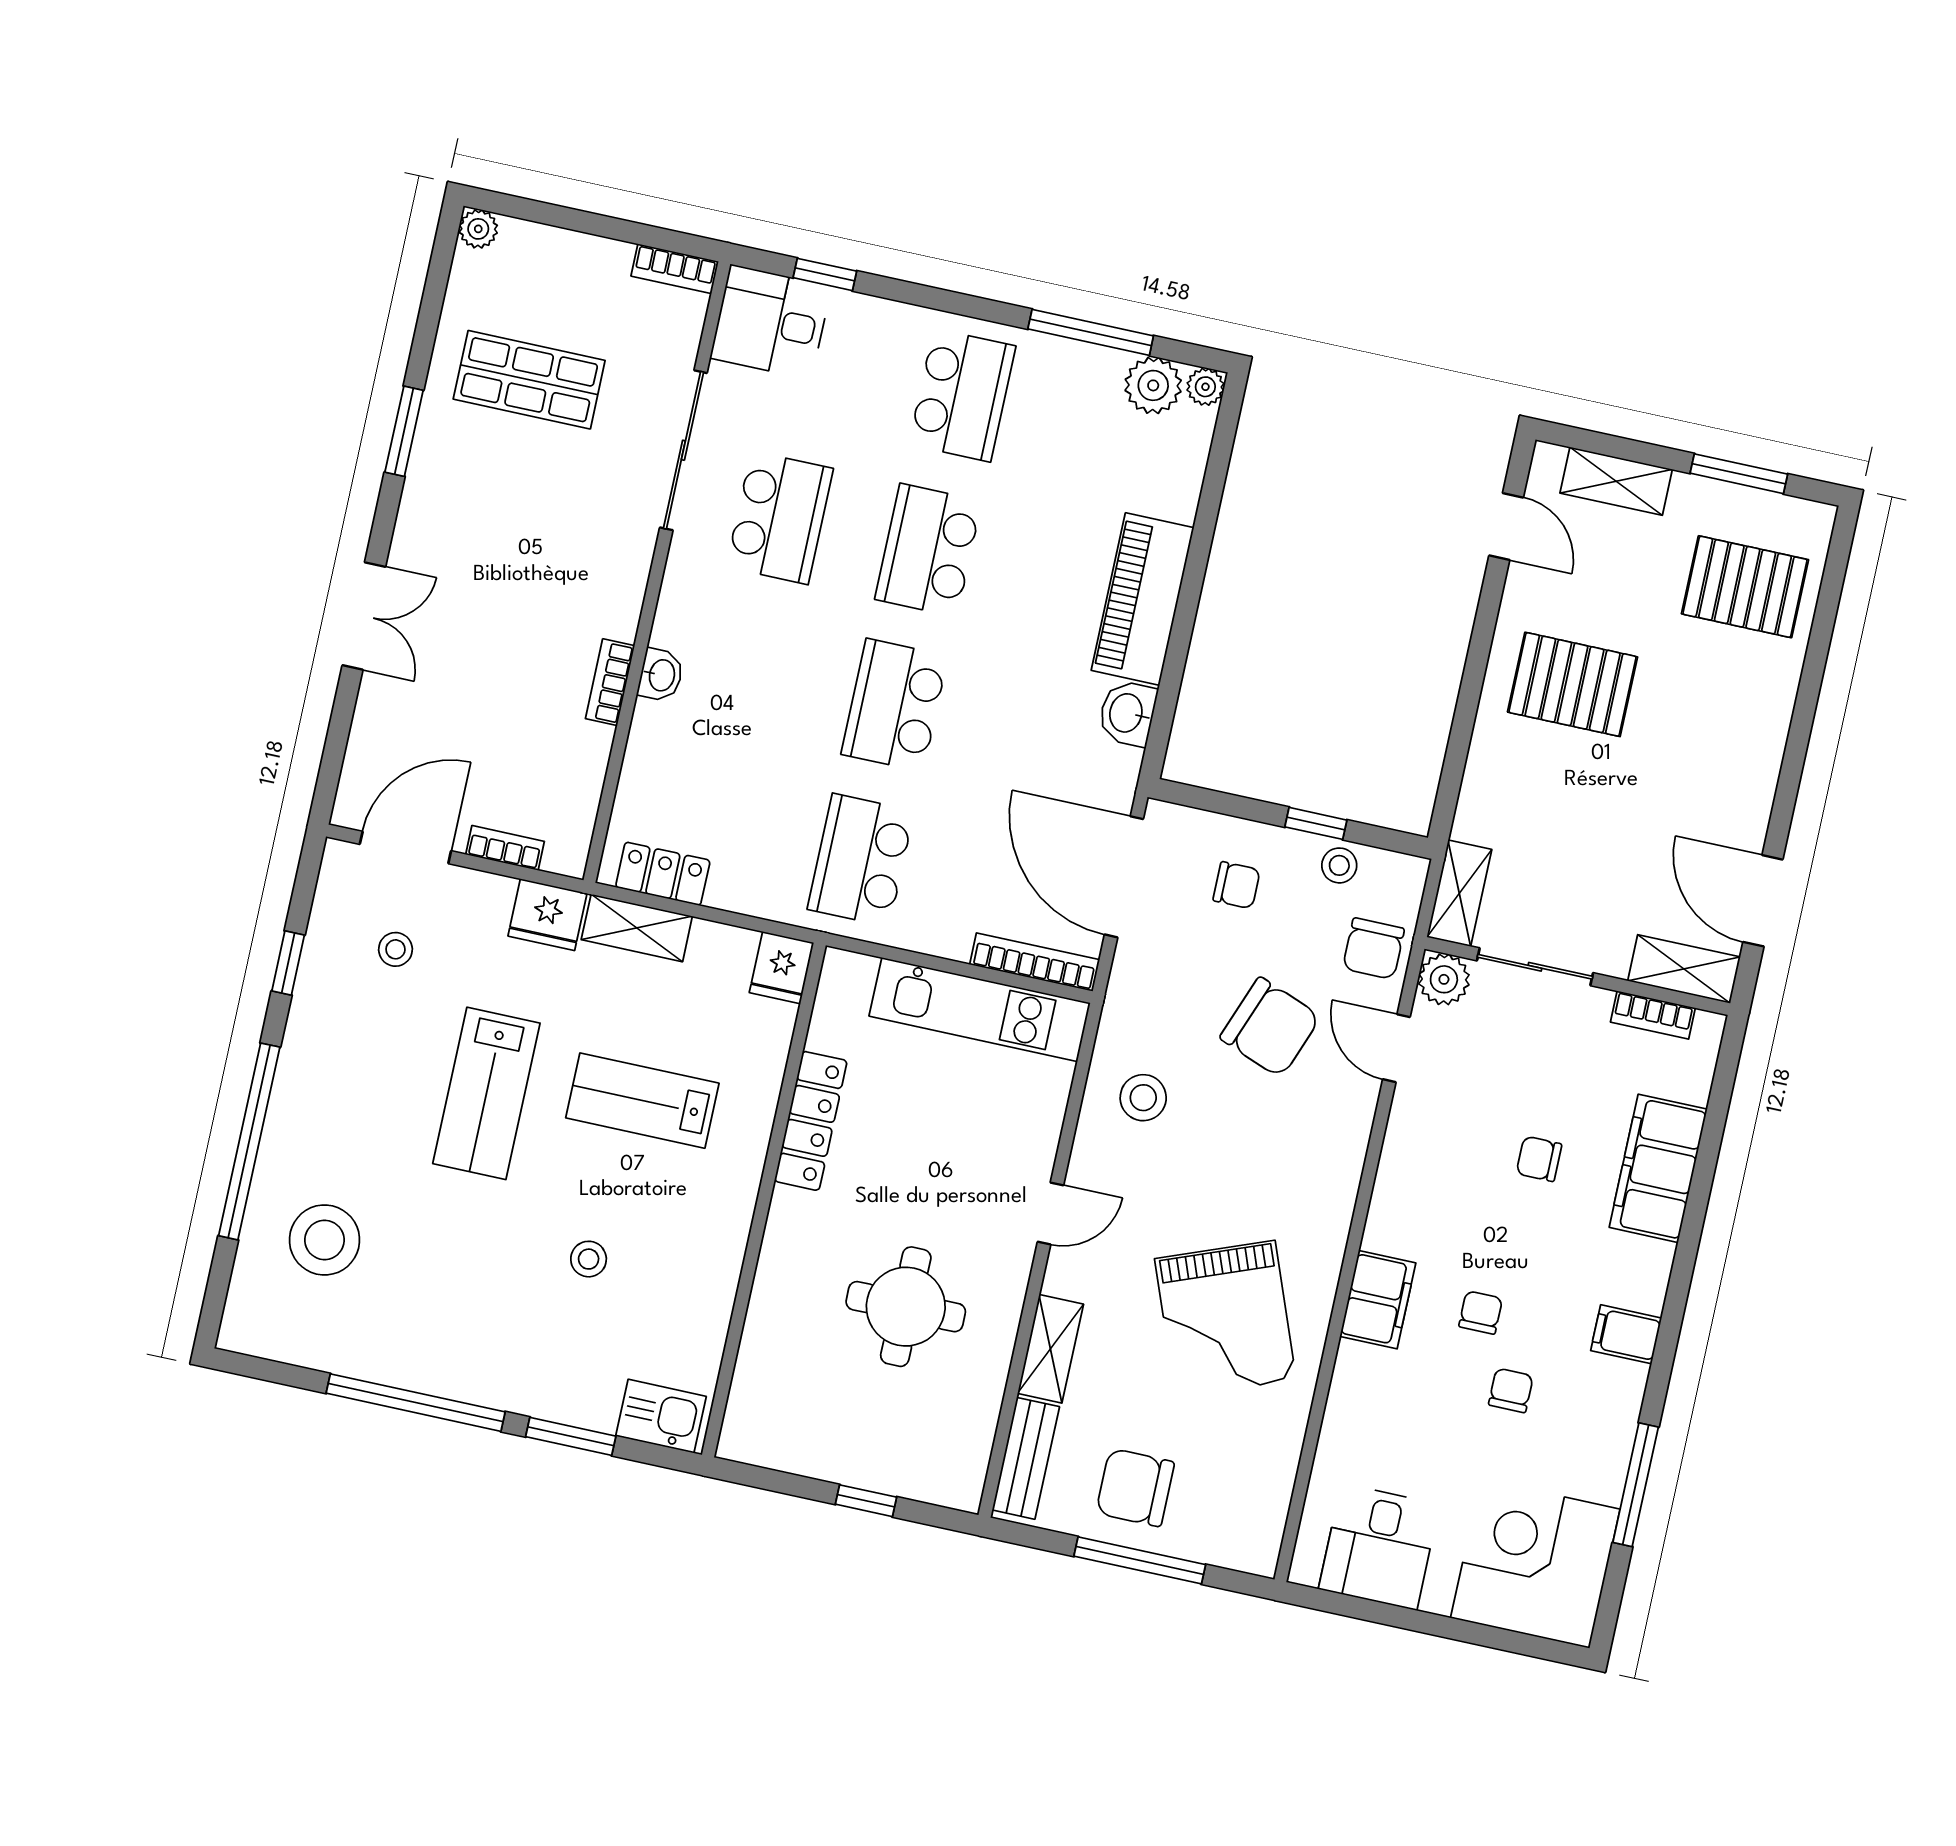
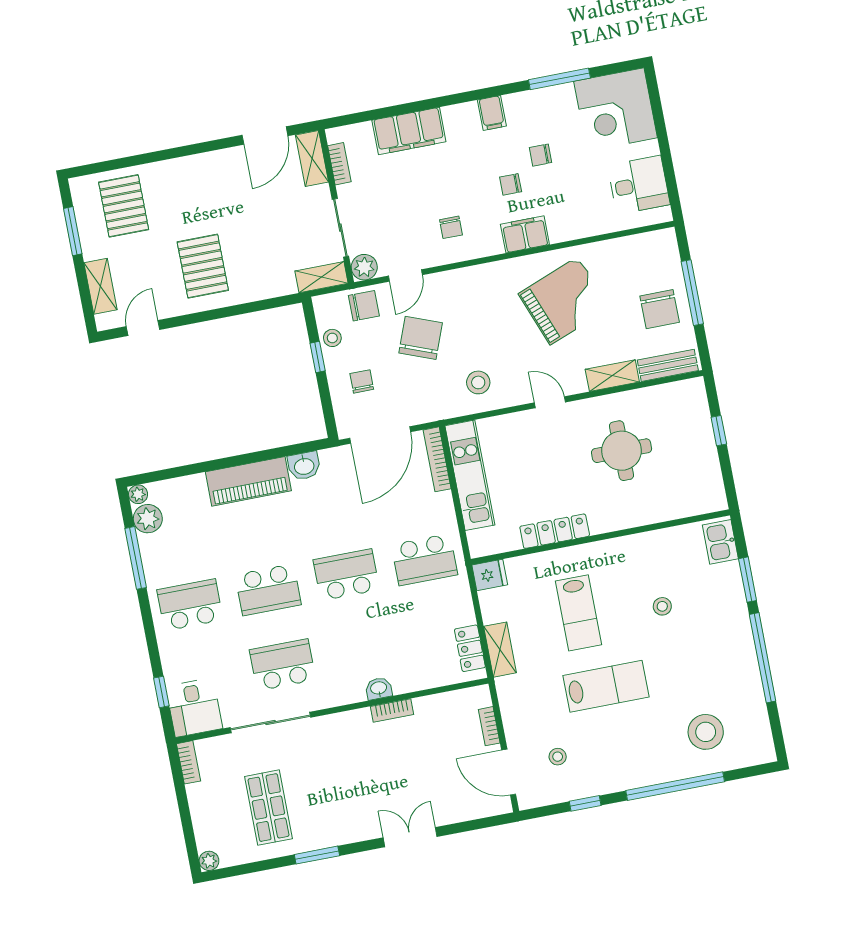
school desk: (895, 705) -> (346, 575), turned 180
fridge: (548, 915) -> (512, 693), removed
chair: (1539, 1159) -> (451, 227), moved

